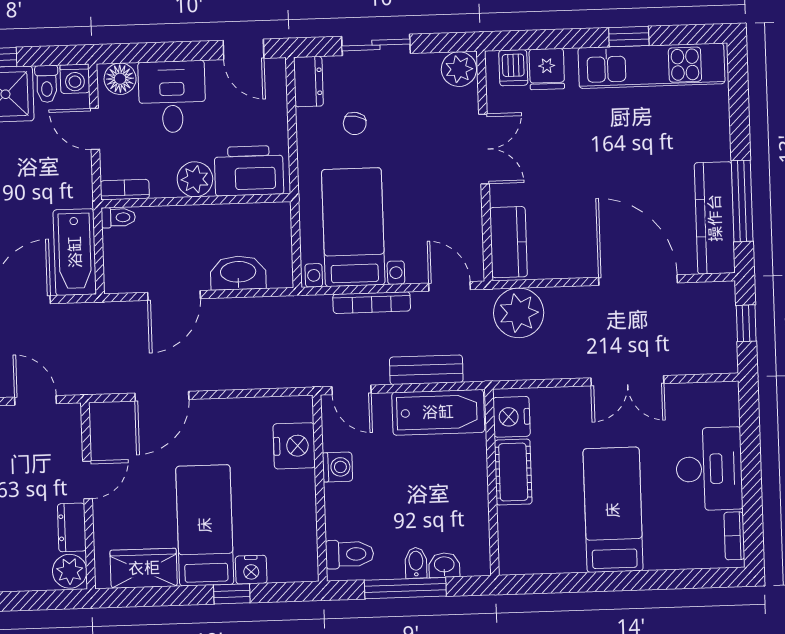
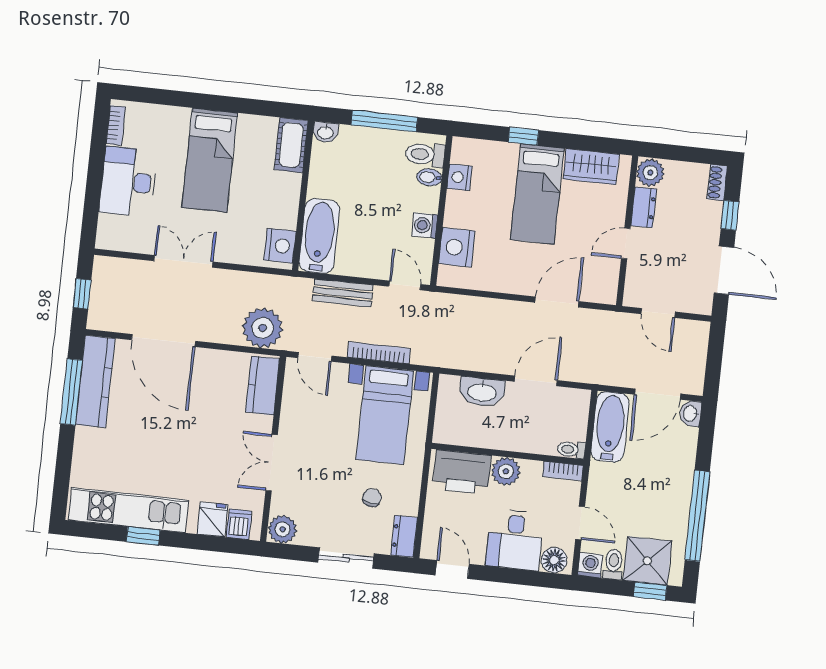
bathtub: (438, 412) -> (319, 236), moved, turned 90
cot: (513, 472) -> (291, 145), moved
bidet: (416, 563) -> (429, 177), moved, turned 90
washbasin: (444, 565) -> (325, 132), moved
nightstand: (251, 570) -> (459, 177), moved, turned -90

